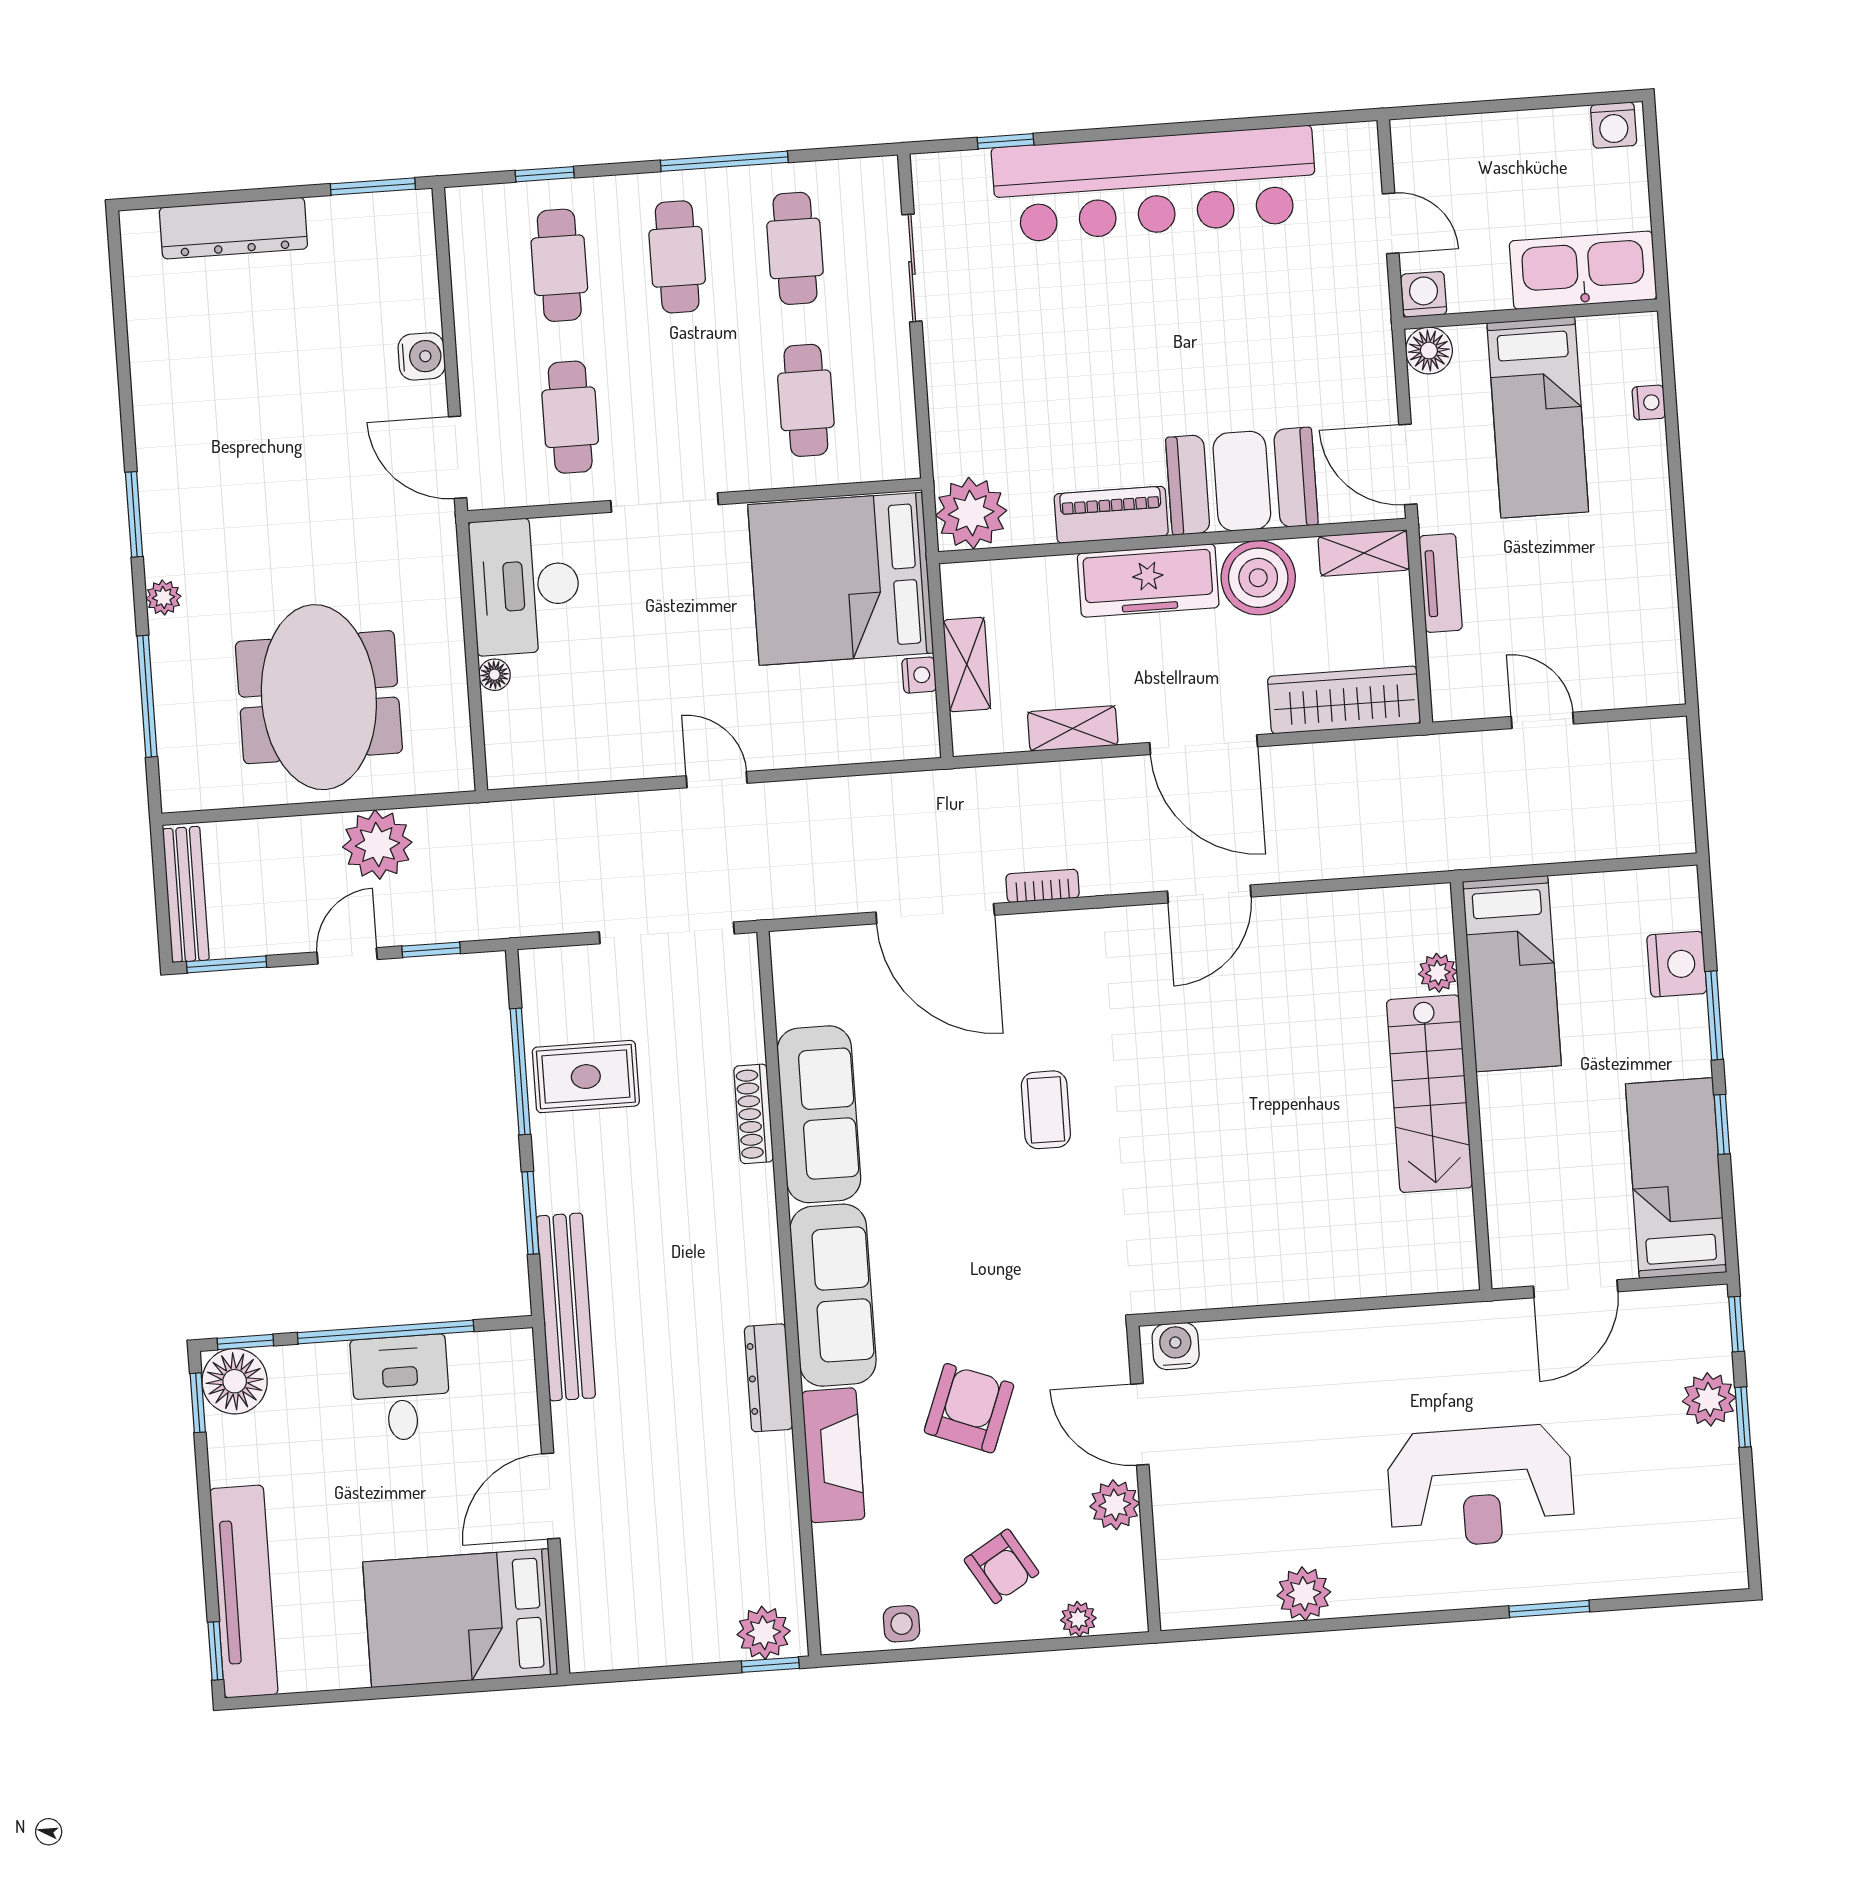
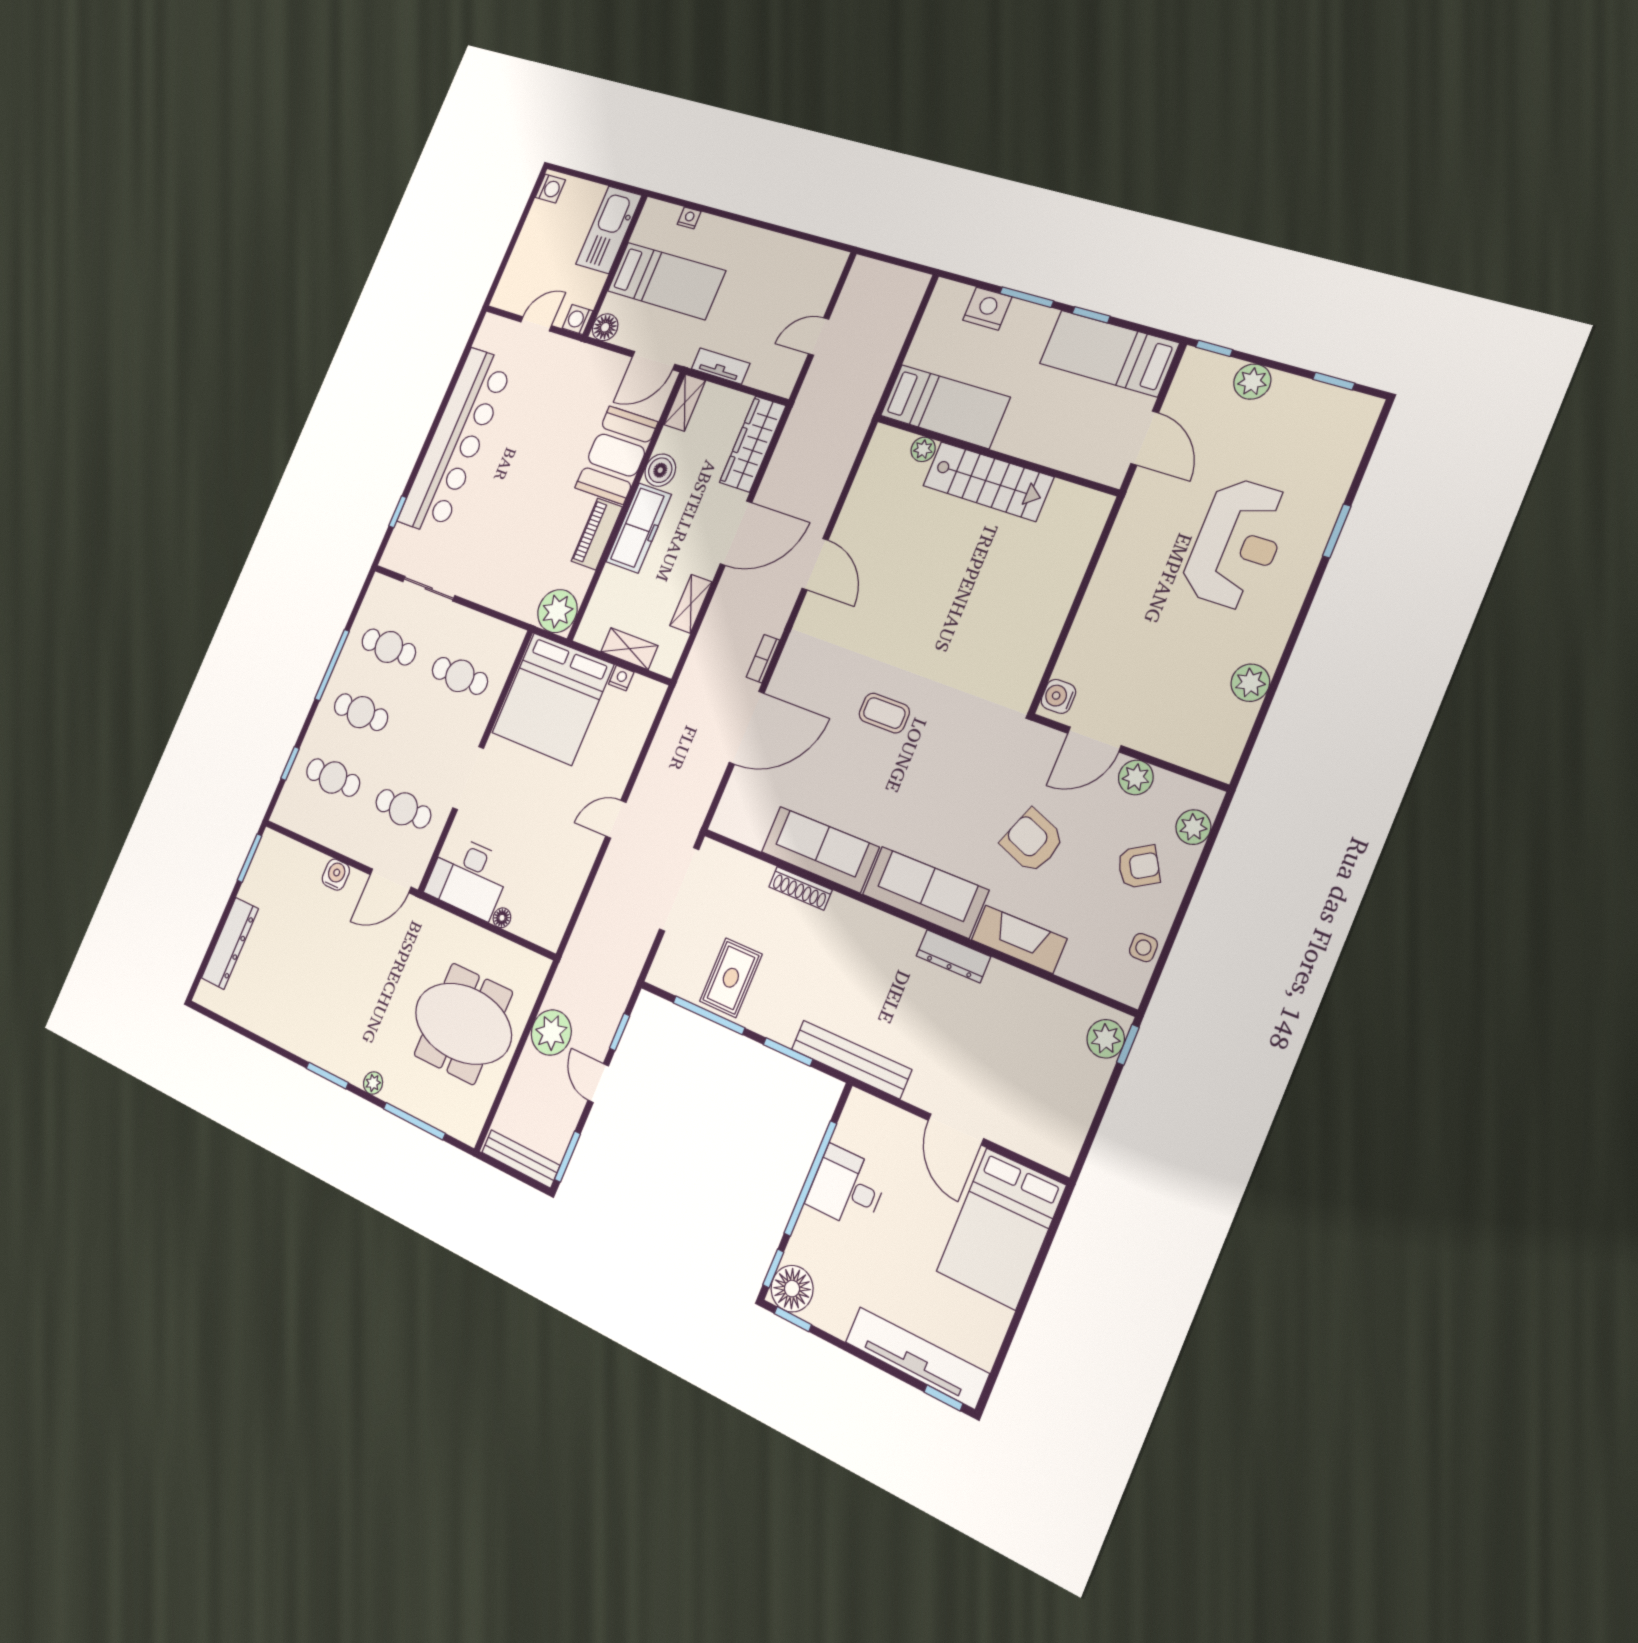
boiler: (1258, 578) -> (660, 470), width x0.73, depth x0.73
window: (1743, 1417) -> (1334, 381), moved
plant: (1078, 1619) -> (1193, 827), width x1.38, depth x1.38

